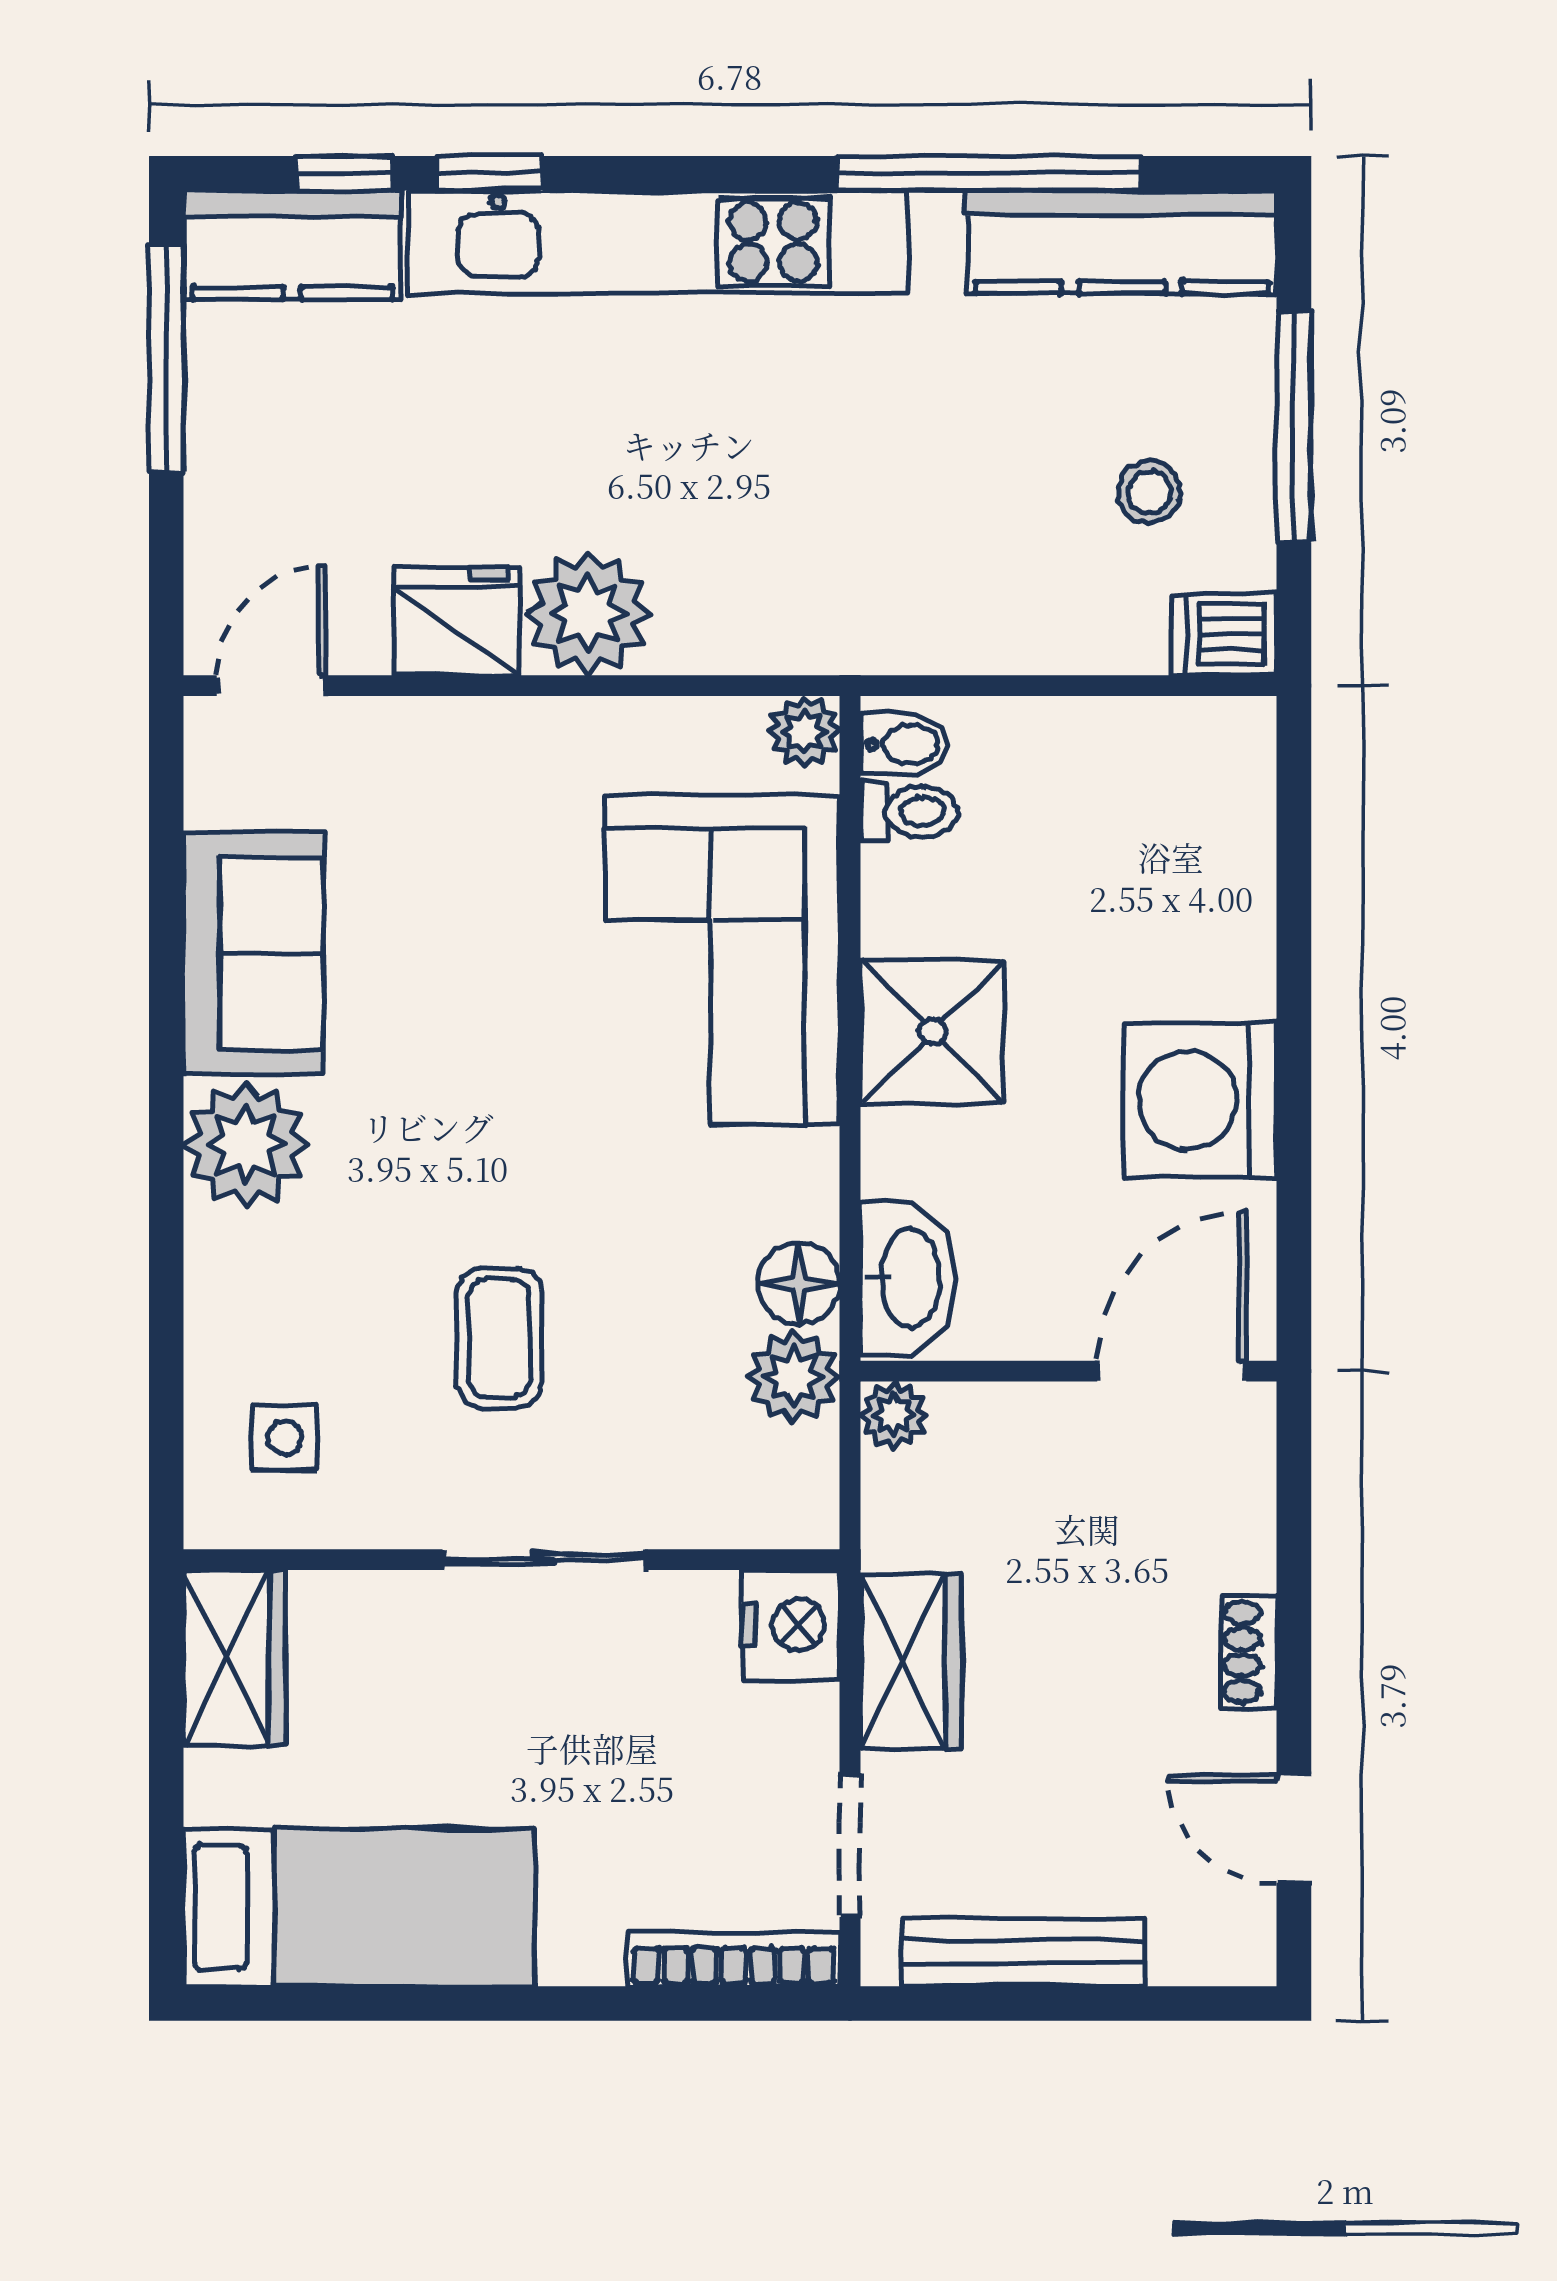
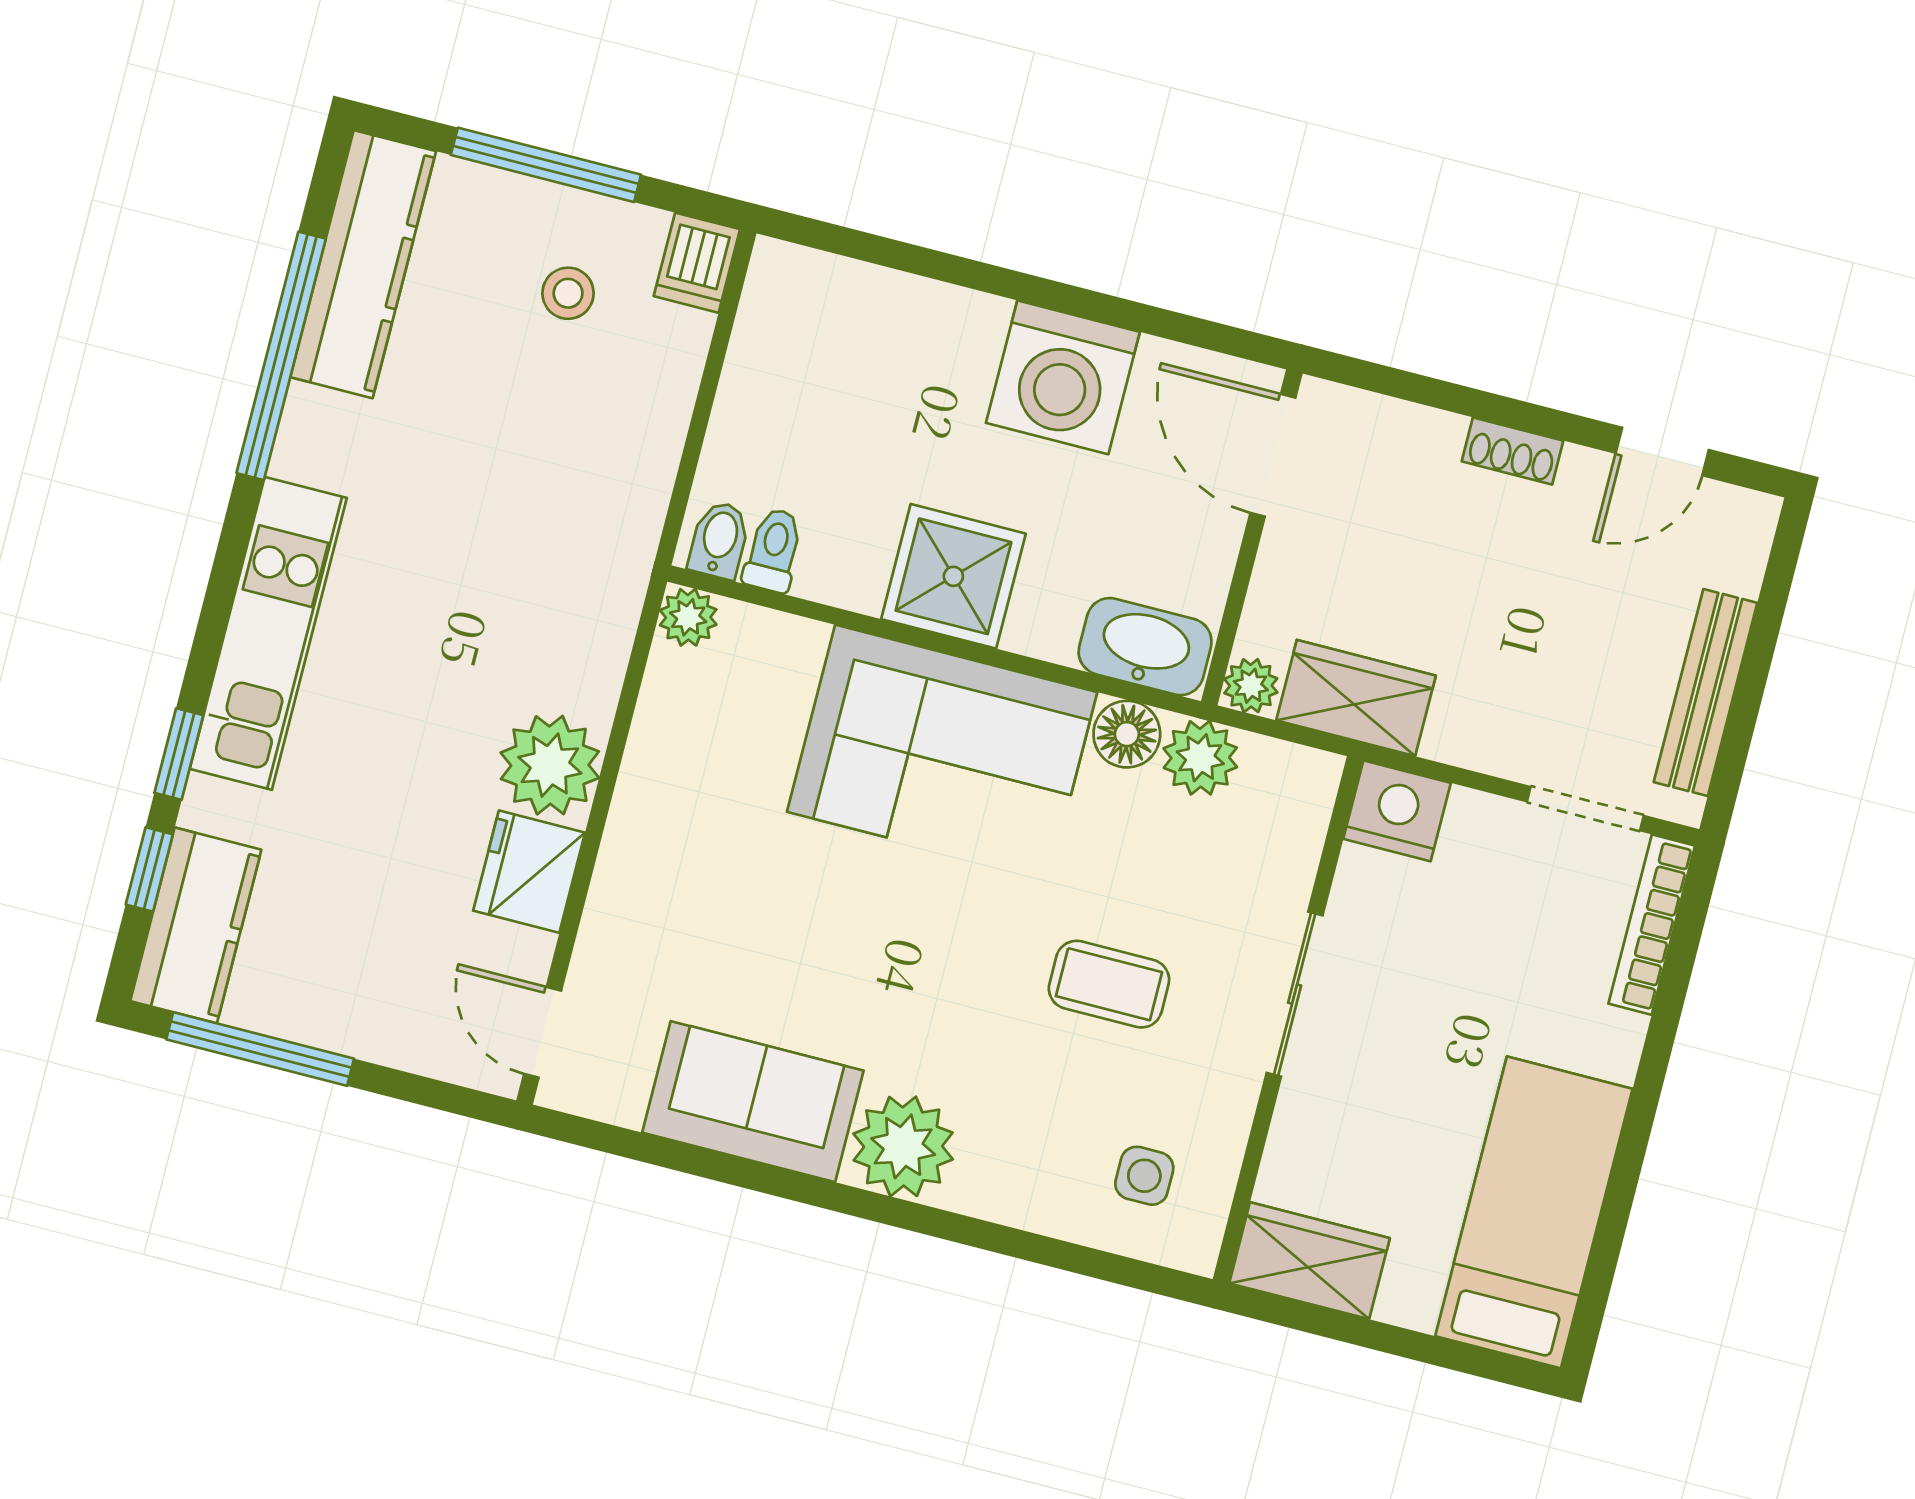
kitchen unit: (658, 242) -> (268, 633), width x0.73
corner sofa: (722, 960) -> (942, 752), moved
wardrobe: (911, 1662) -> (1356, 698), moved

